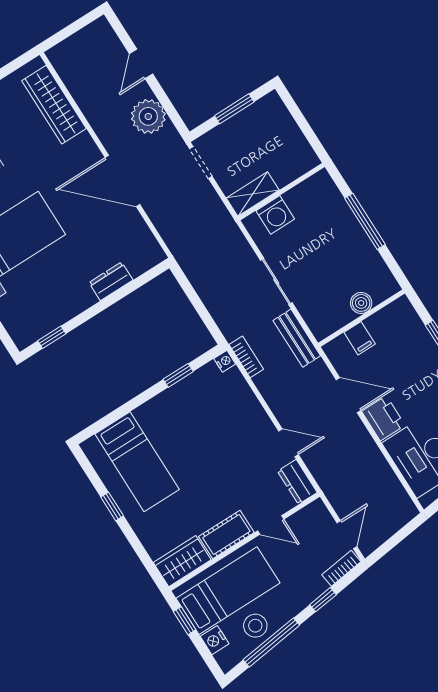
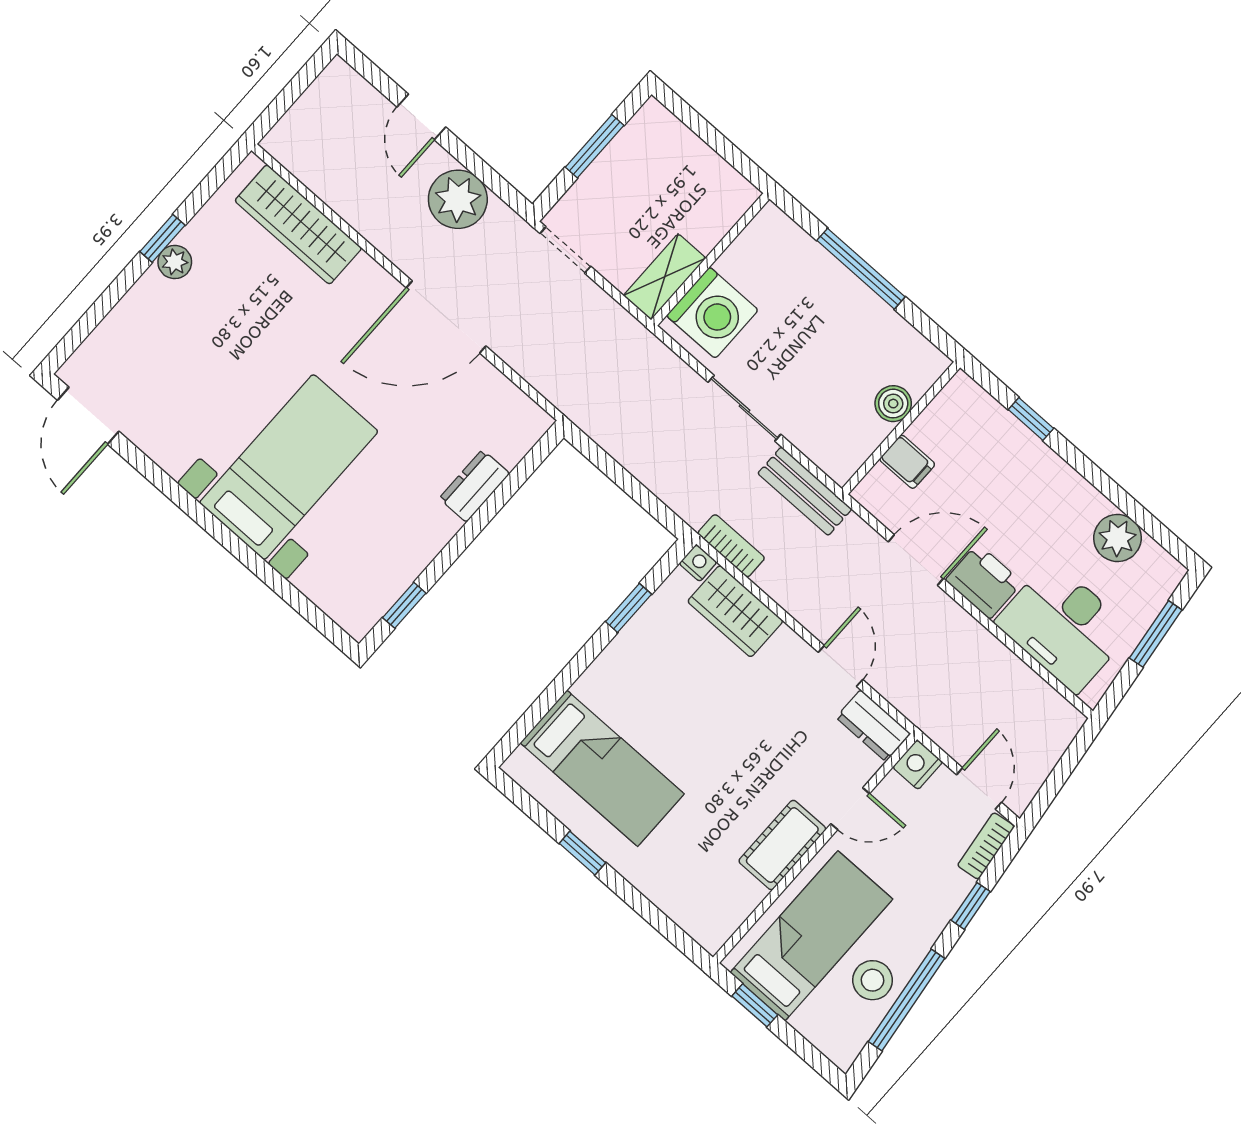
washing machine: (275, 215) -> (712, 313), width x1.37, depth x1.37
door: (288, 443) -> (840, 666), hinge flipped
wardrobe: (182, 561) -> (735, 611), moved, turned -90
nightstand: (215, 640) -> (918, 765), moved, turned 90

